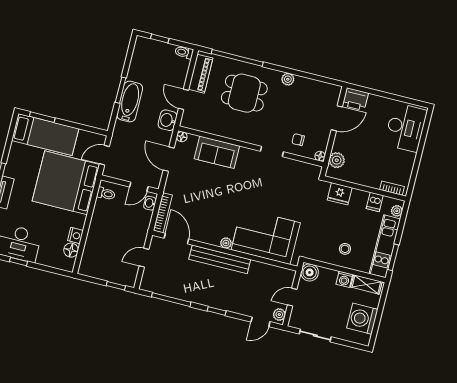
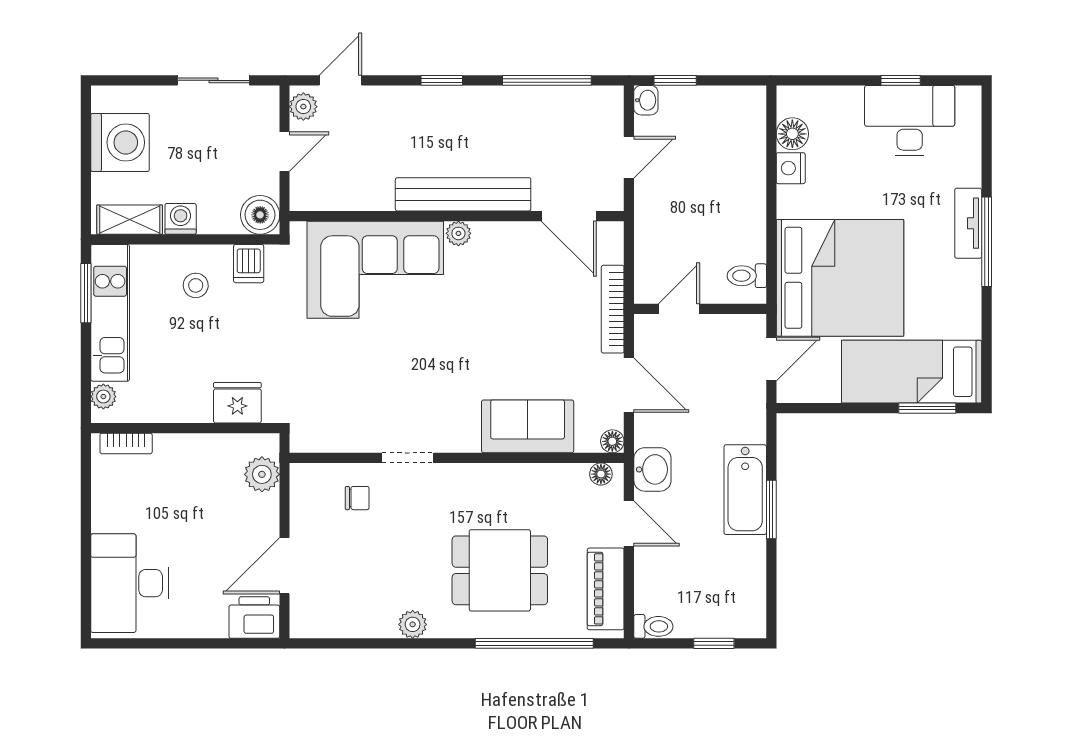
floor lamp: (320, 156) -> (601, 474), moved
dishwasher: (375, 202) -> (249, 264), moved, turned 180
washbasin: (150, 203) -> (646, 100), moved
bookcase: (163, 213) -> (613, 309), moved

